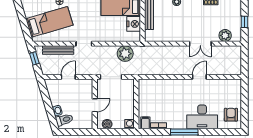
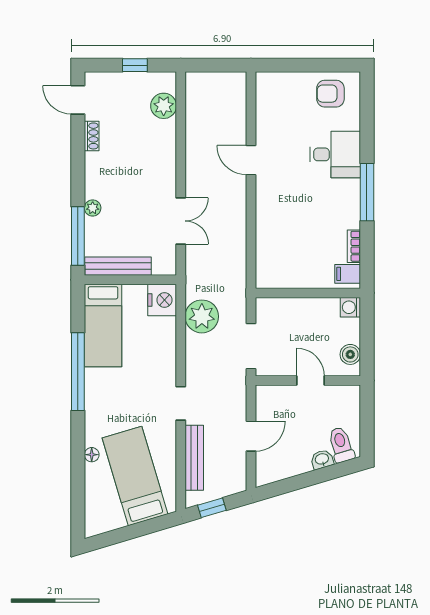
nightstand: (134, 24) -> (162, 300), moved, turned 90
double door: (200, 44) -> (181, 221), moved
door: (68, 77) -> (251, 436), swing flipped
desk: (202, 117) -> (335, 154), width x0.73

